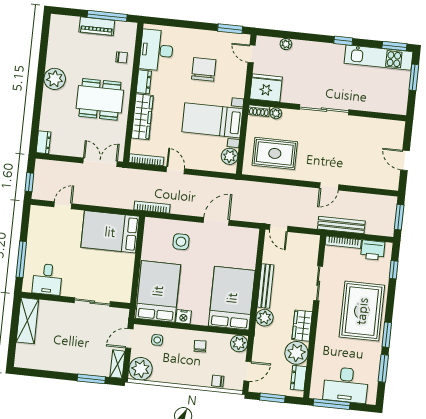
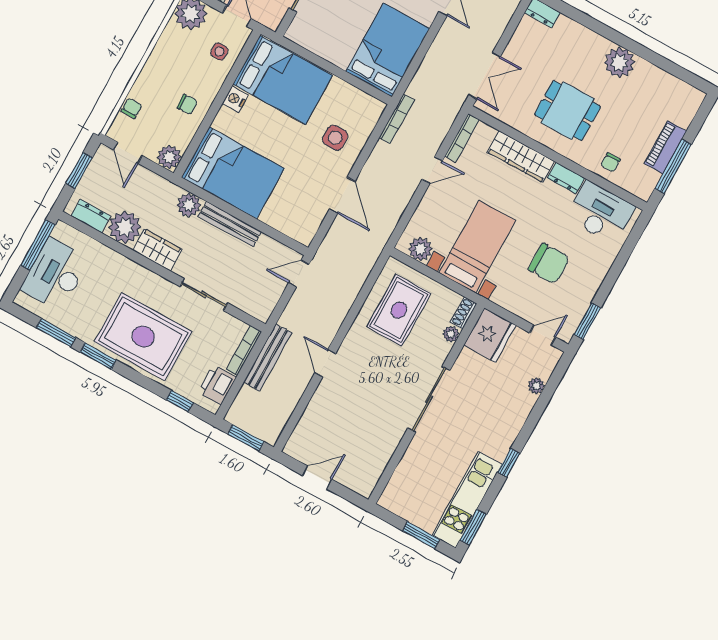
dining table: (100, 99) -> (567, 111), width x0.73

